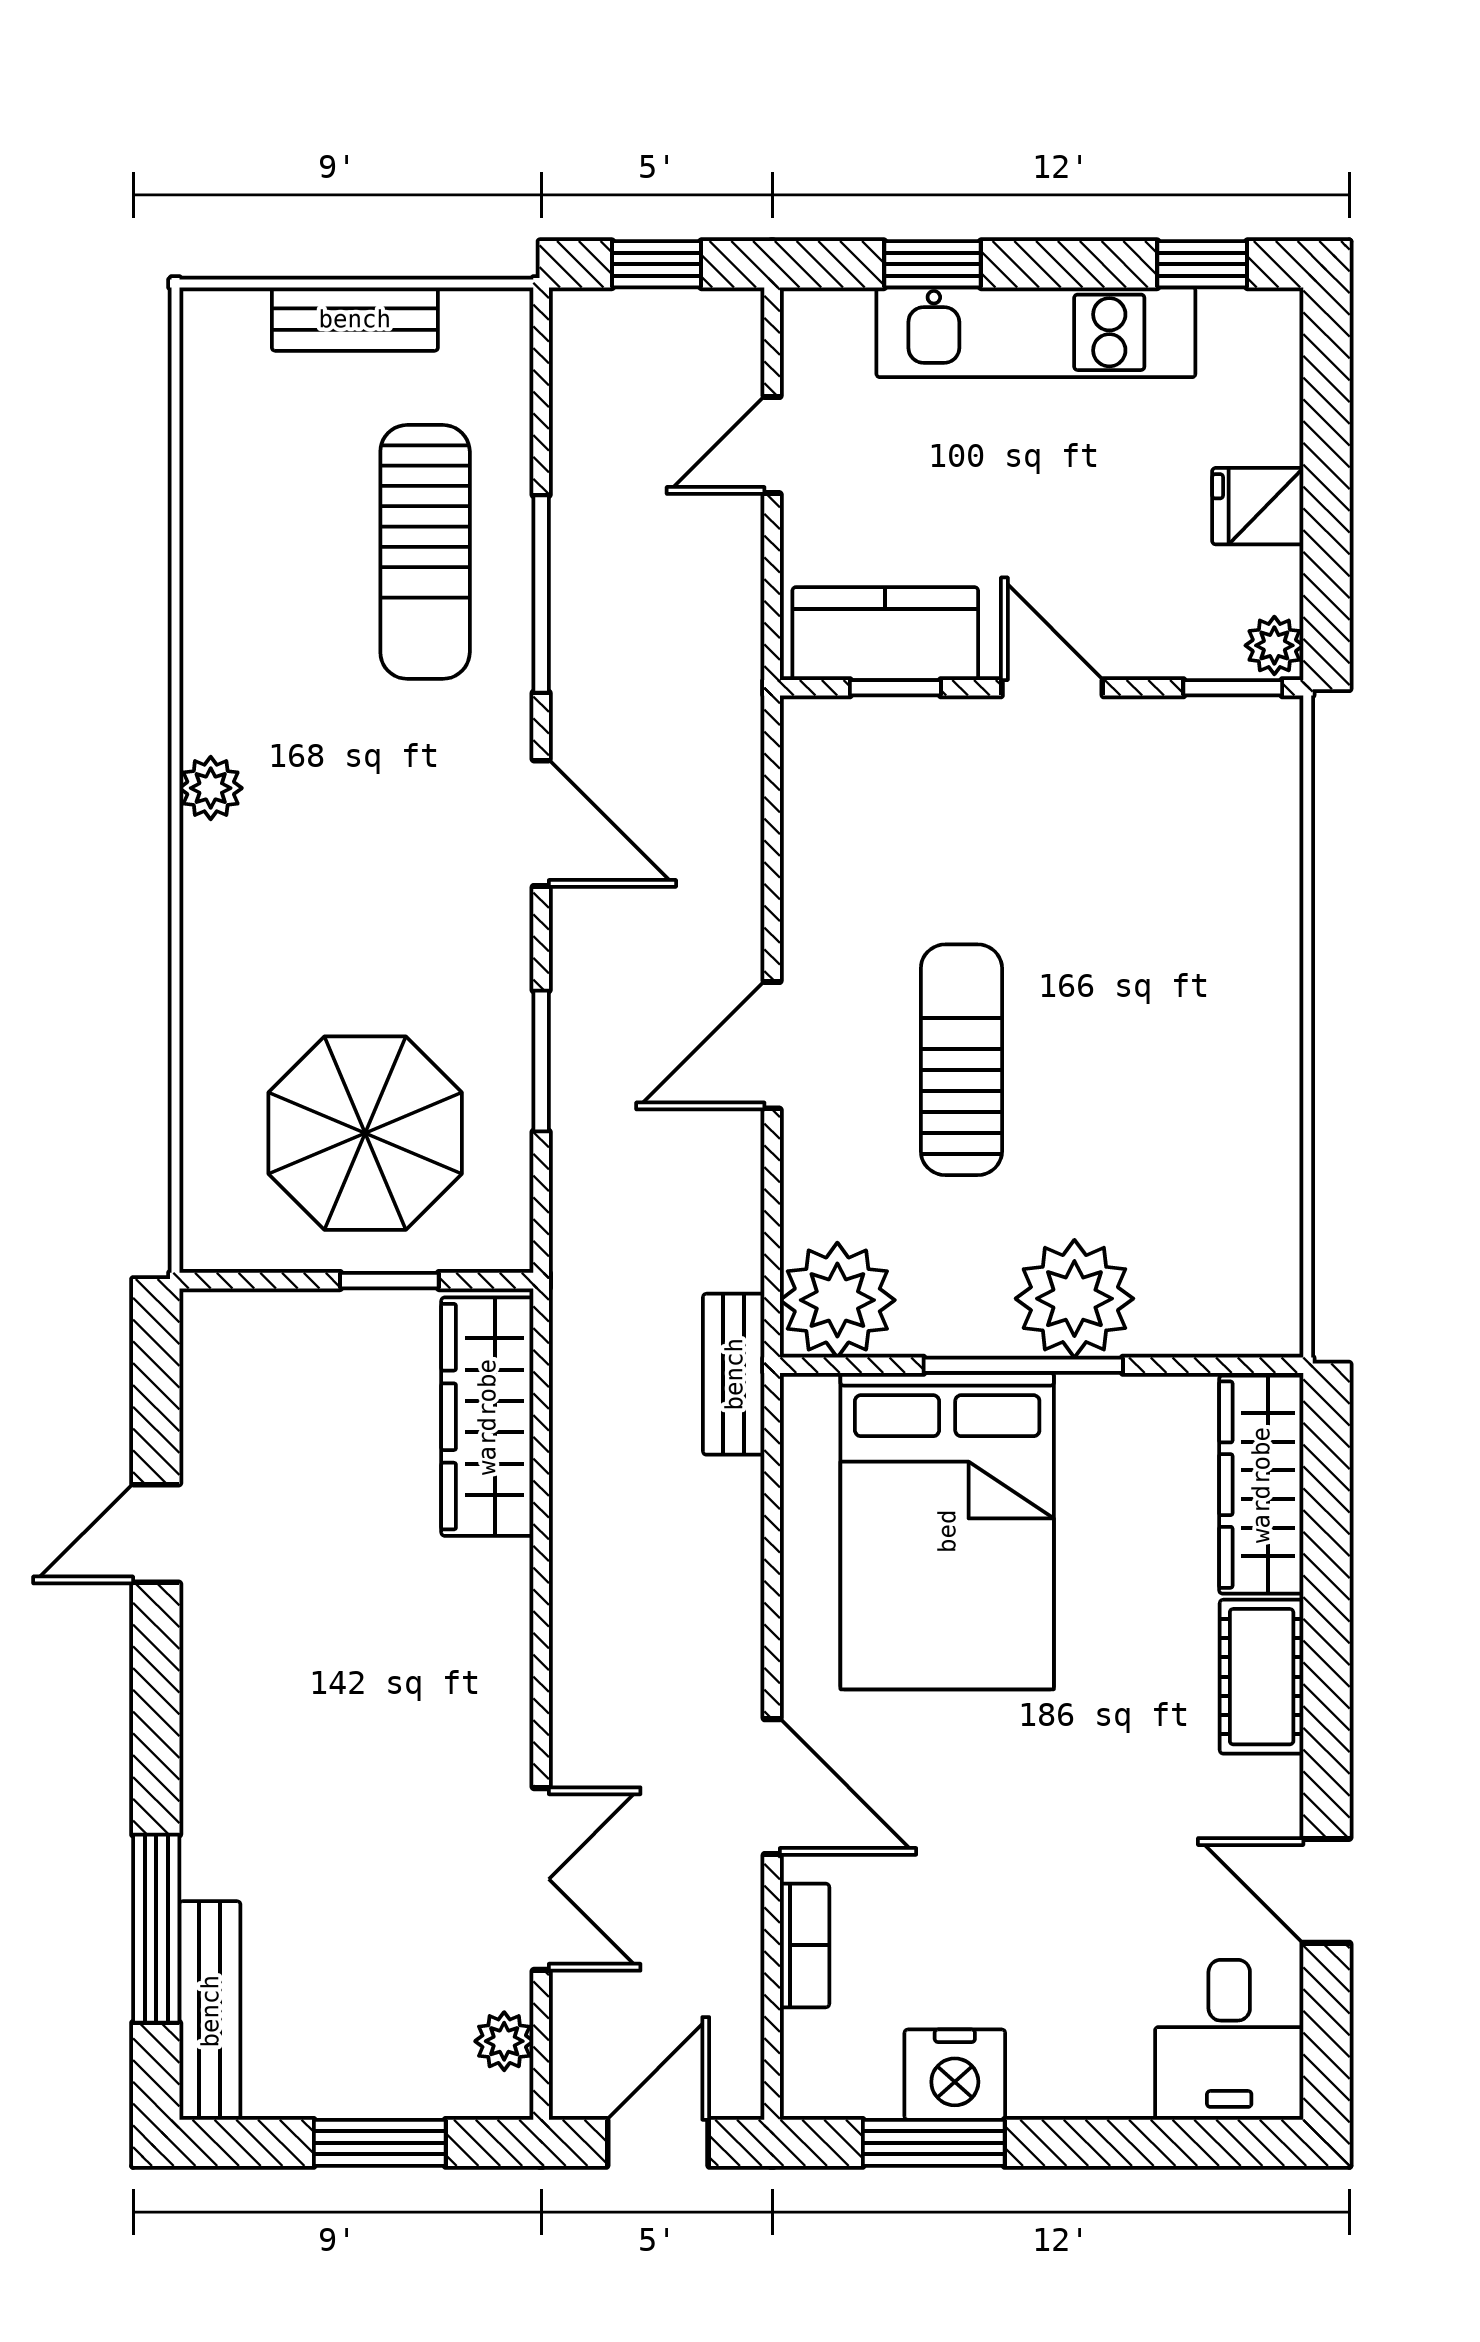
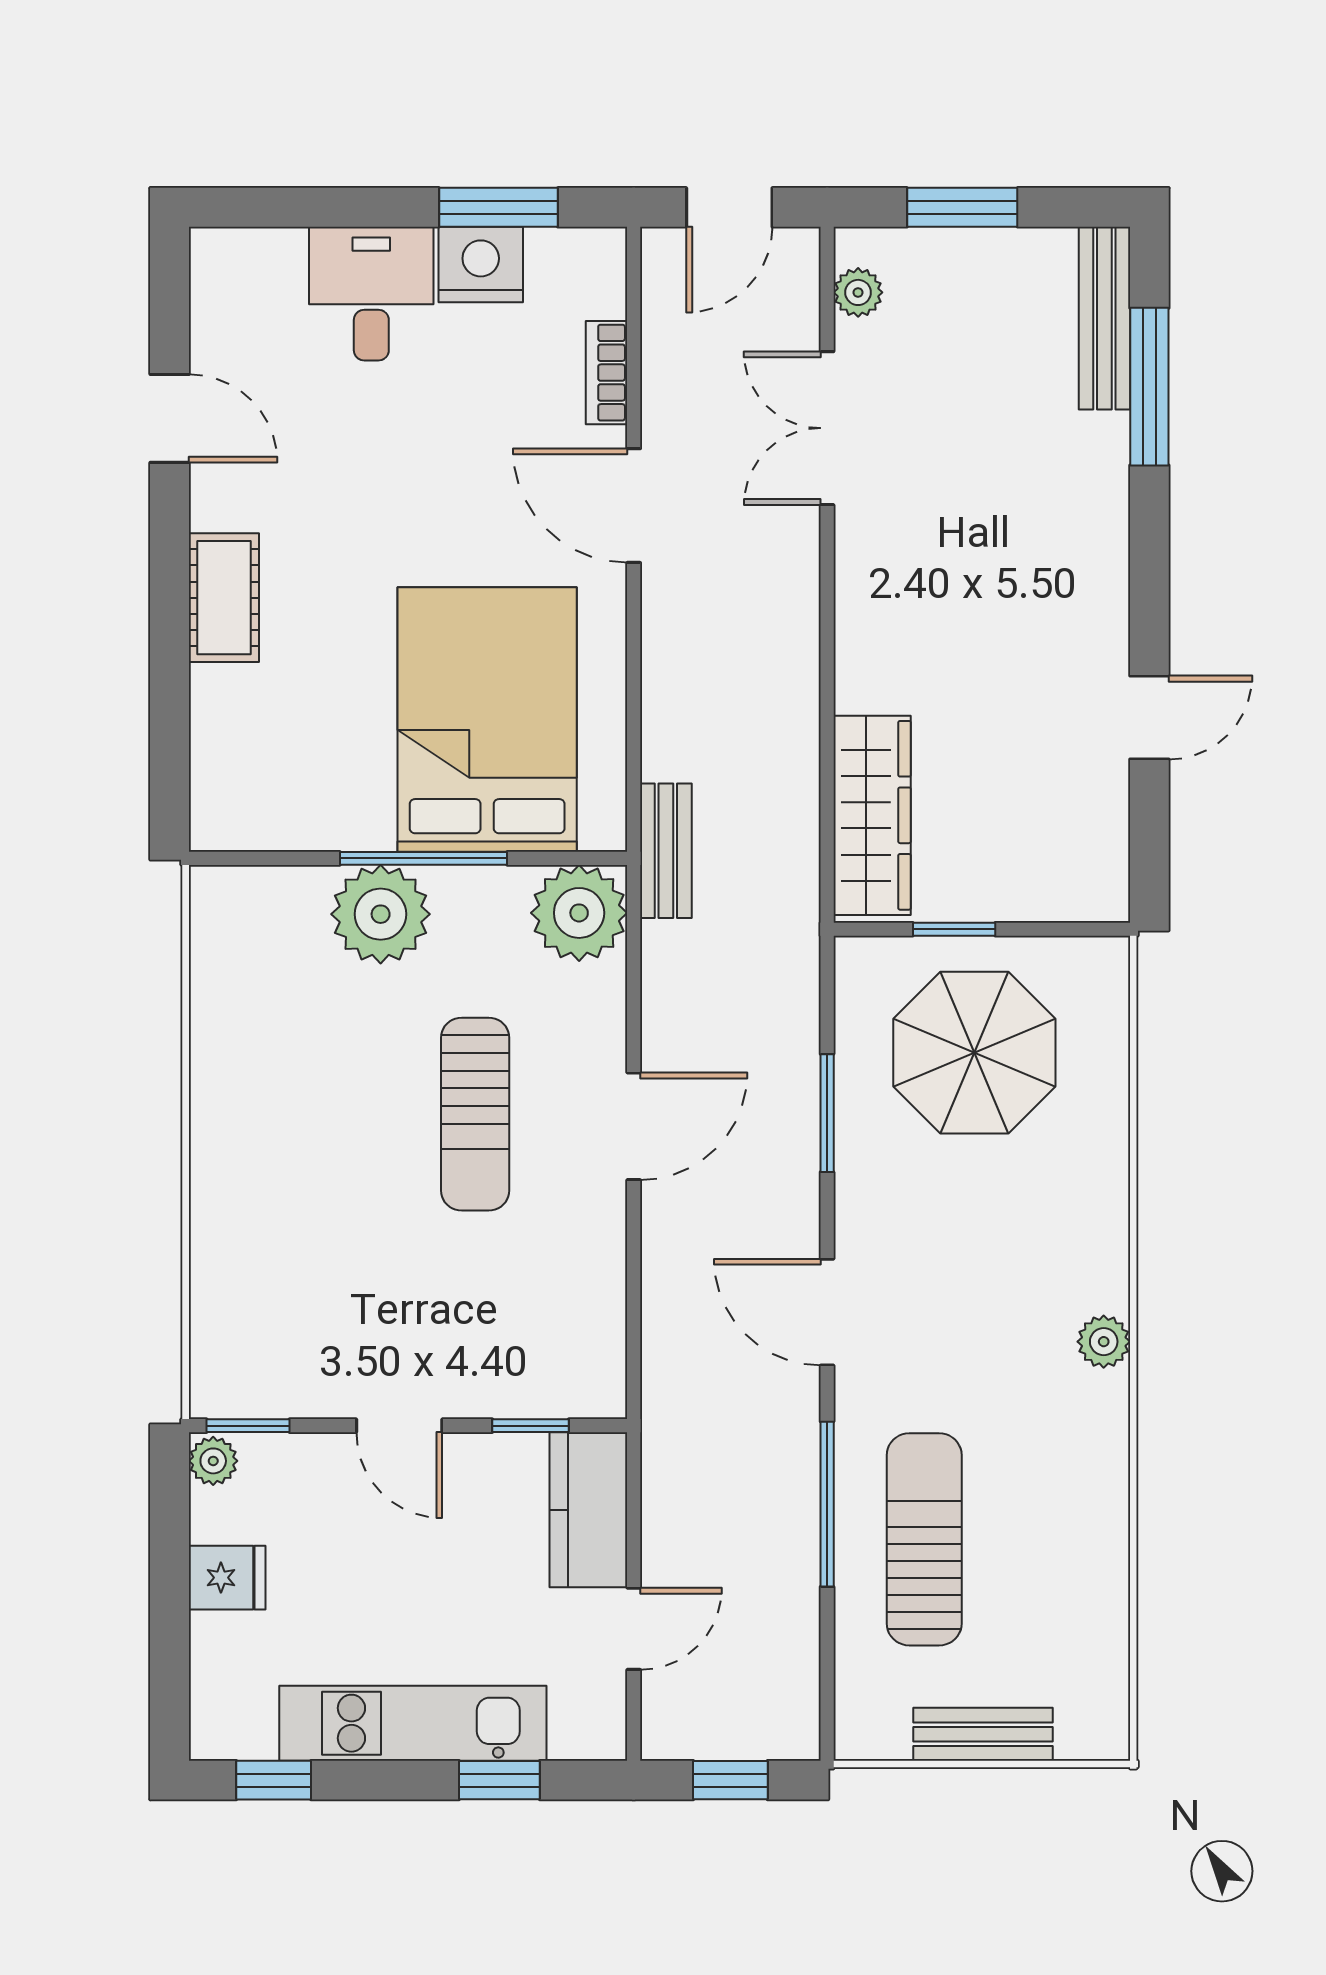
kitchen counter: (885, 634) -> (588, 1510), moved, turned 90
wardrobe: (1261, 1485) -> (224, 758), removed
desk: (1229, 2040) -> (371, 294), moved

